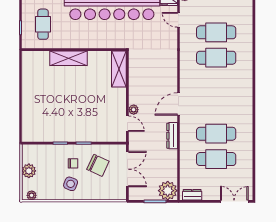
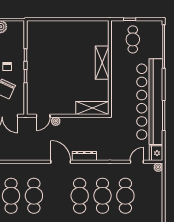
cafe table: (43, 24) -> (133, 39), turned 90
cafe table: (216, 83) -> (80, 196), added
dresser: (172, 136) -> (84, 156), moved

